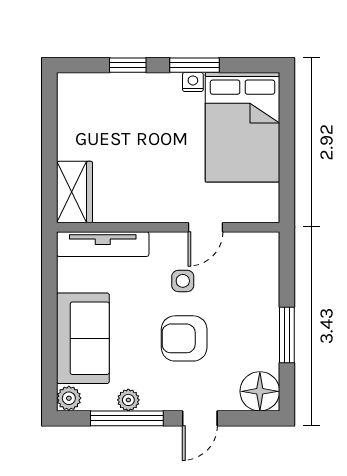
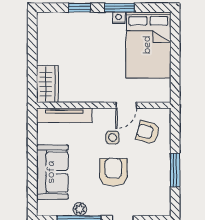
armchair: (241, 272) -> (148, 132), added
armchair: (184, 338) -> (113, 172), turned 90
floor lamp: (260, 391) -> (159, 204), removed
plant: (69, 398) -> (44, 208), removed

